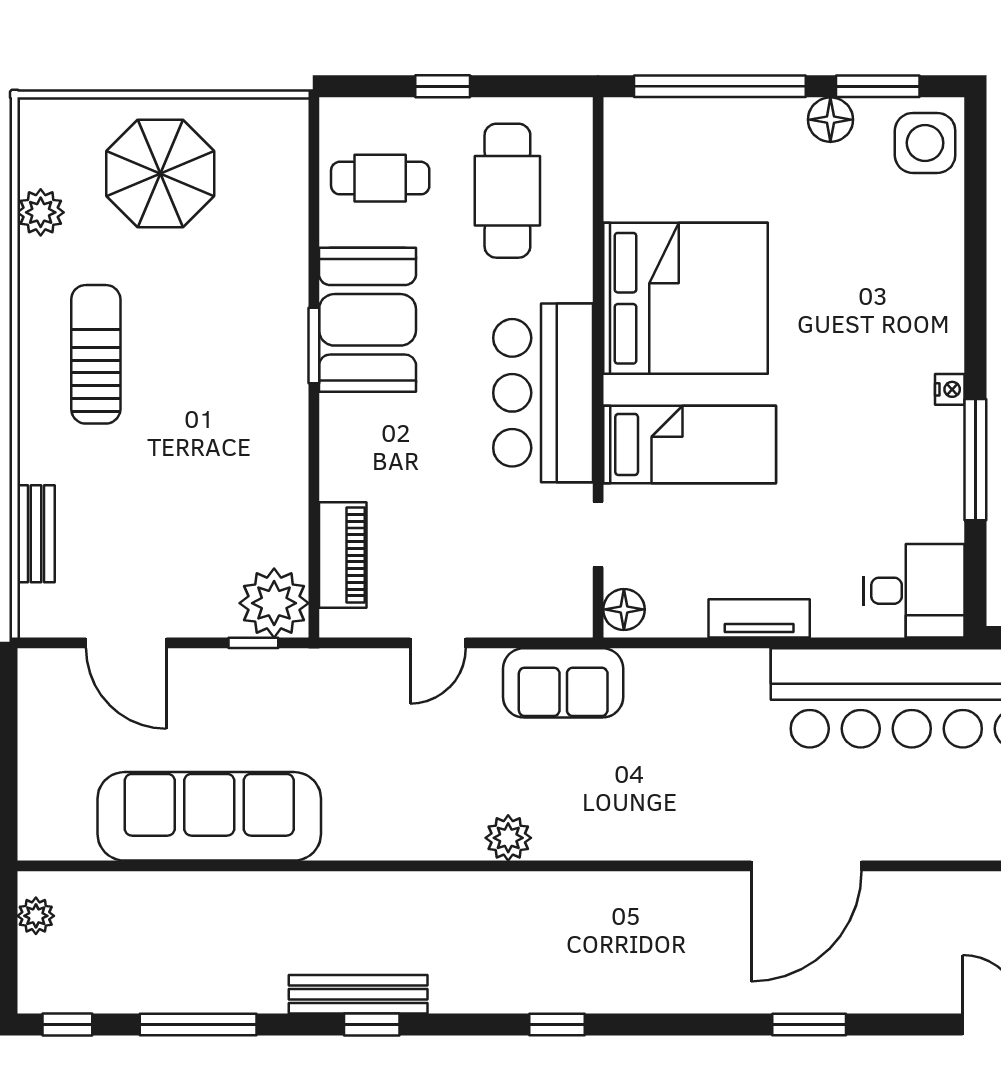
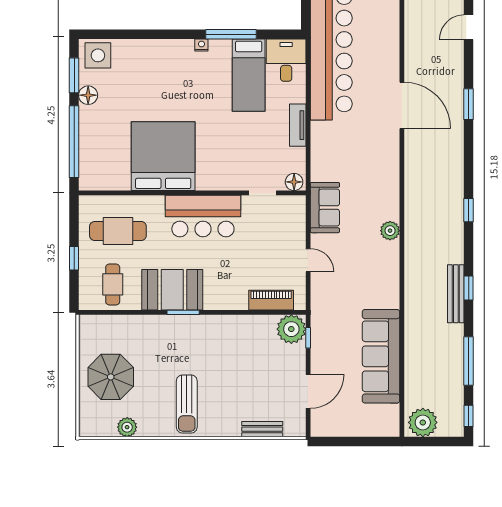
sun lounger: (96, 354) -> (187, 404), turned -90
bed: (690, 444) -> (249, 75), moved, turned 180
plant: (36, 916) -> (423, 422), width x1.87, depth x1.87

